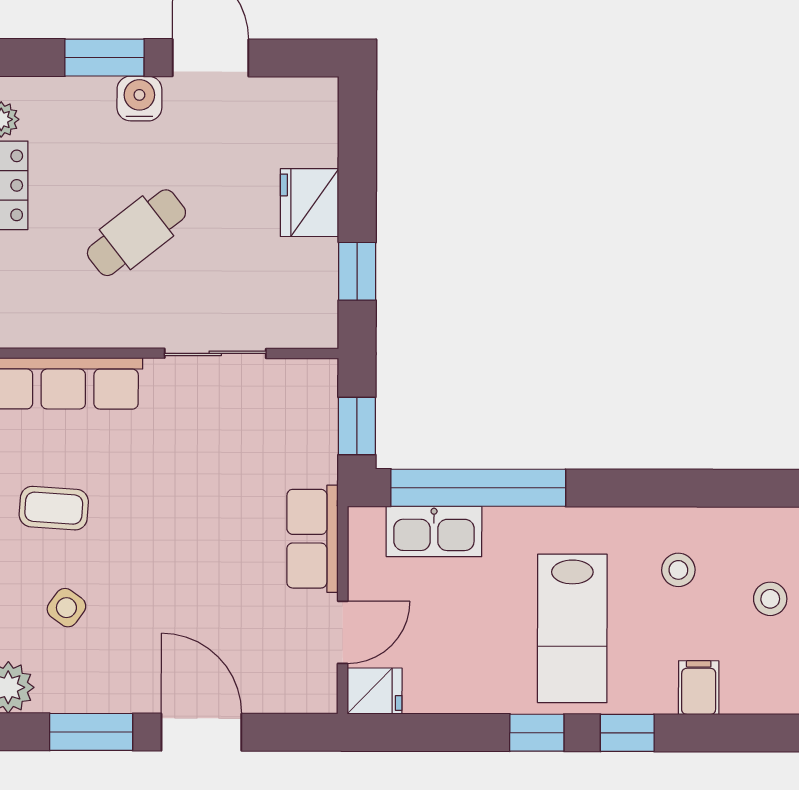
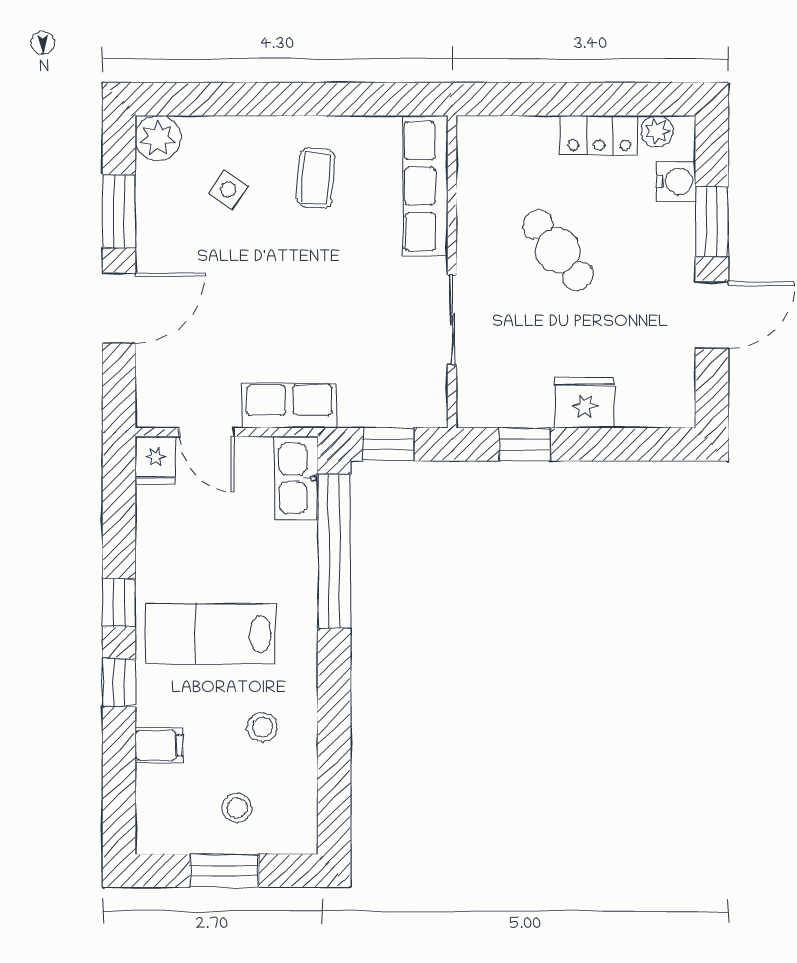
water cooler: (139, 98) -> (676, 181), moved
kitchen sink: (434, 531) -> (296, 478), moved

